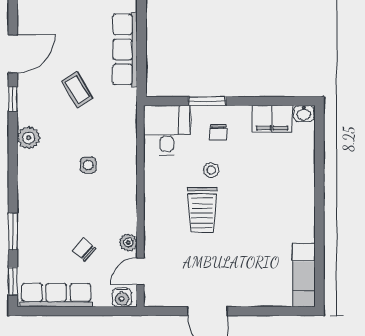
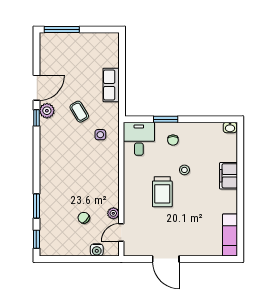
row of seats: (125, 50) -> (111, 85), width x0.68
filing cabinet: (272, 119) -> (229, 176), moved, turned 90
plant: (29, 138) -> (47, 111), moved
side table: (88, 165) -> (100, 135), moved
stool: (211, 170) -> (184, 170), moved
row of seats: (56, 295) -> (65, 248), removed
water cooler: (122, 297) -> (97, 250), moved

